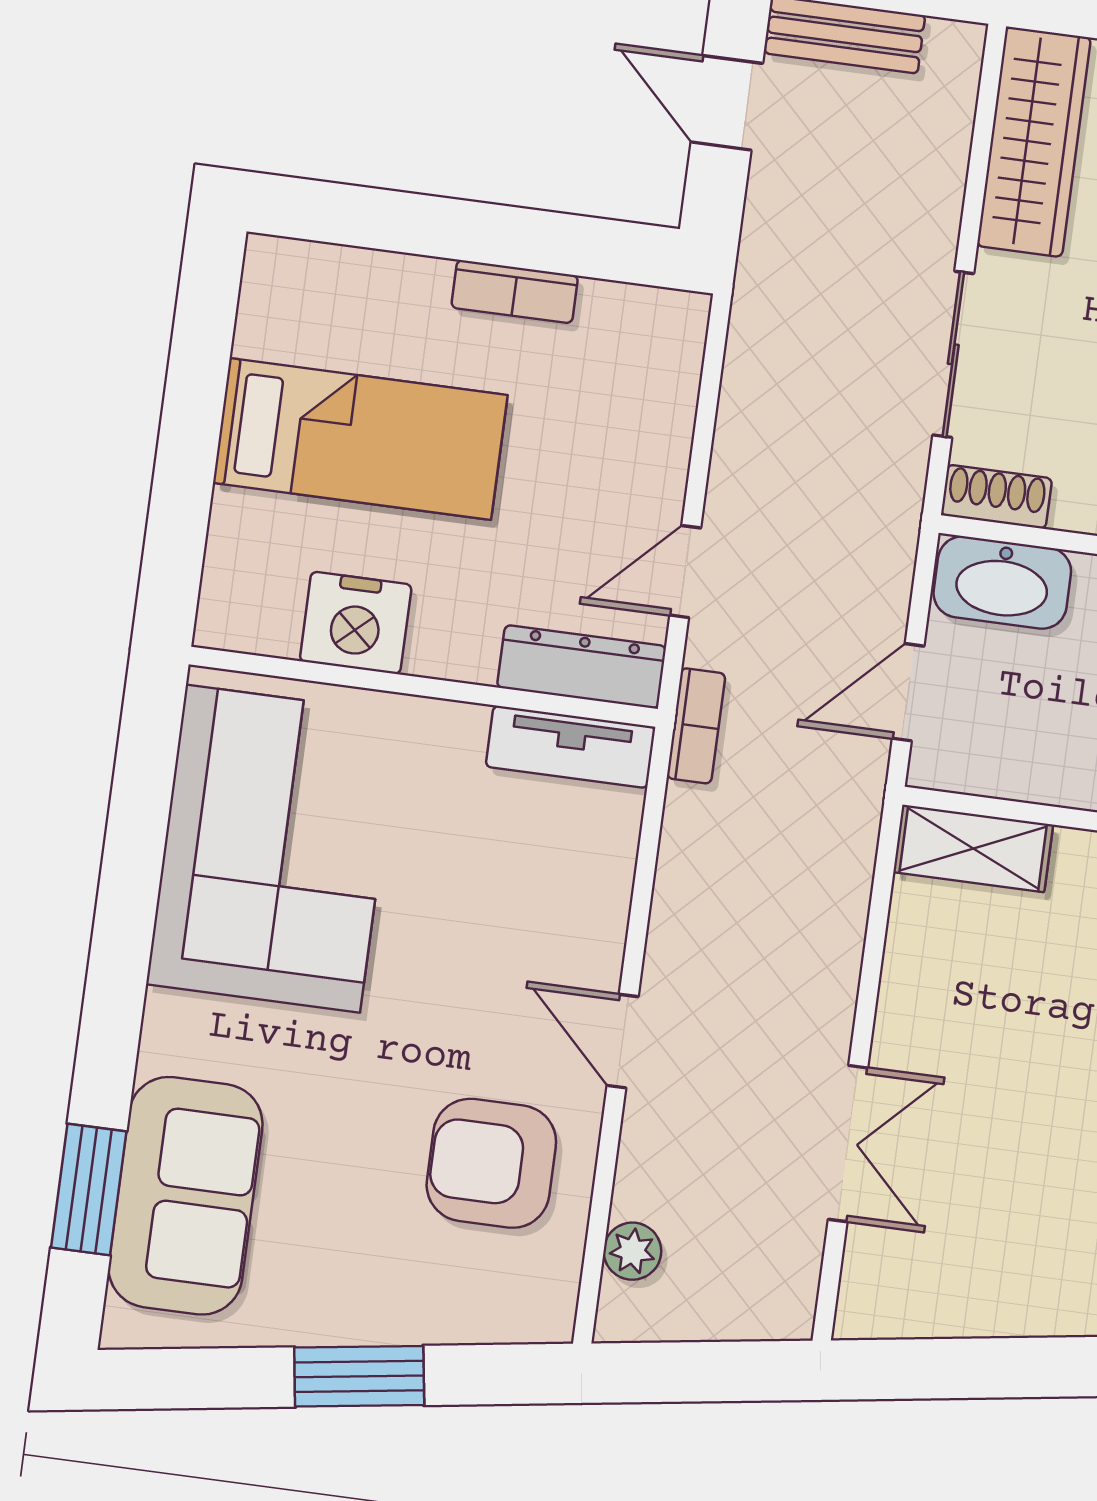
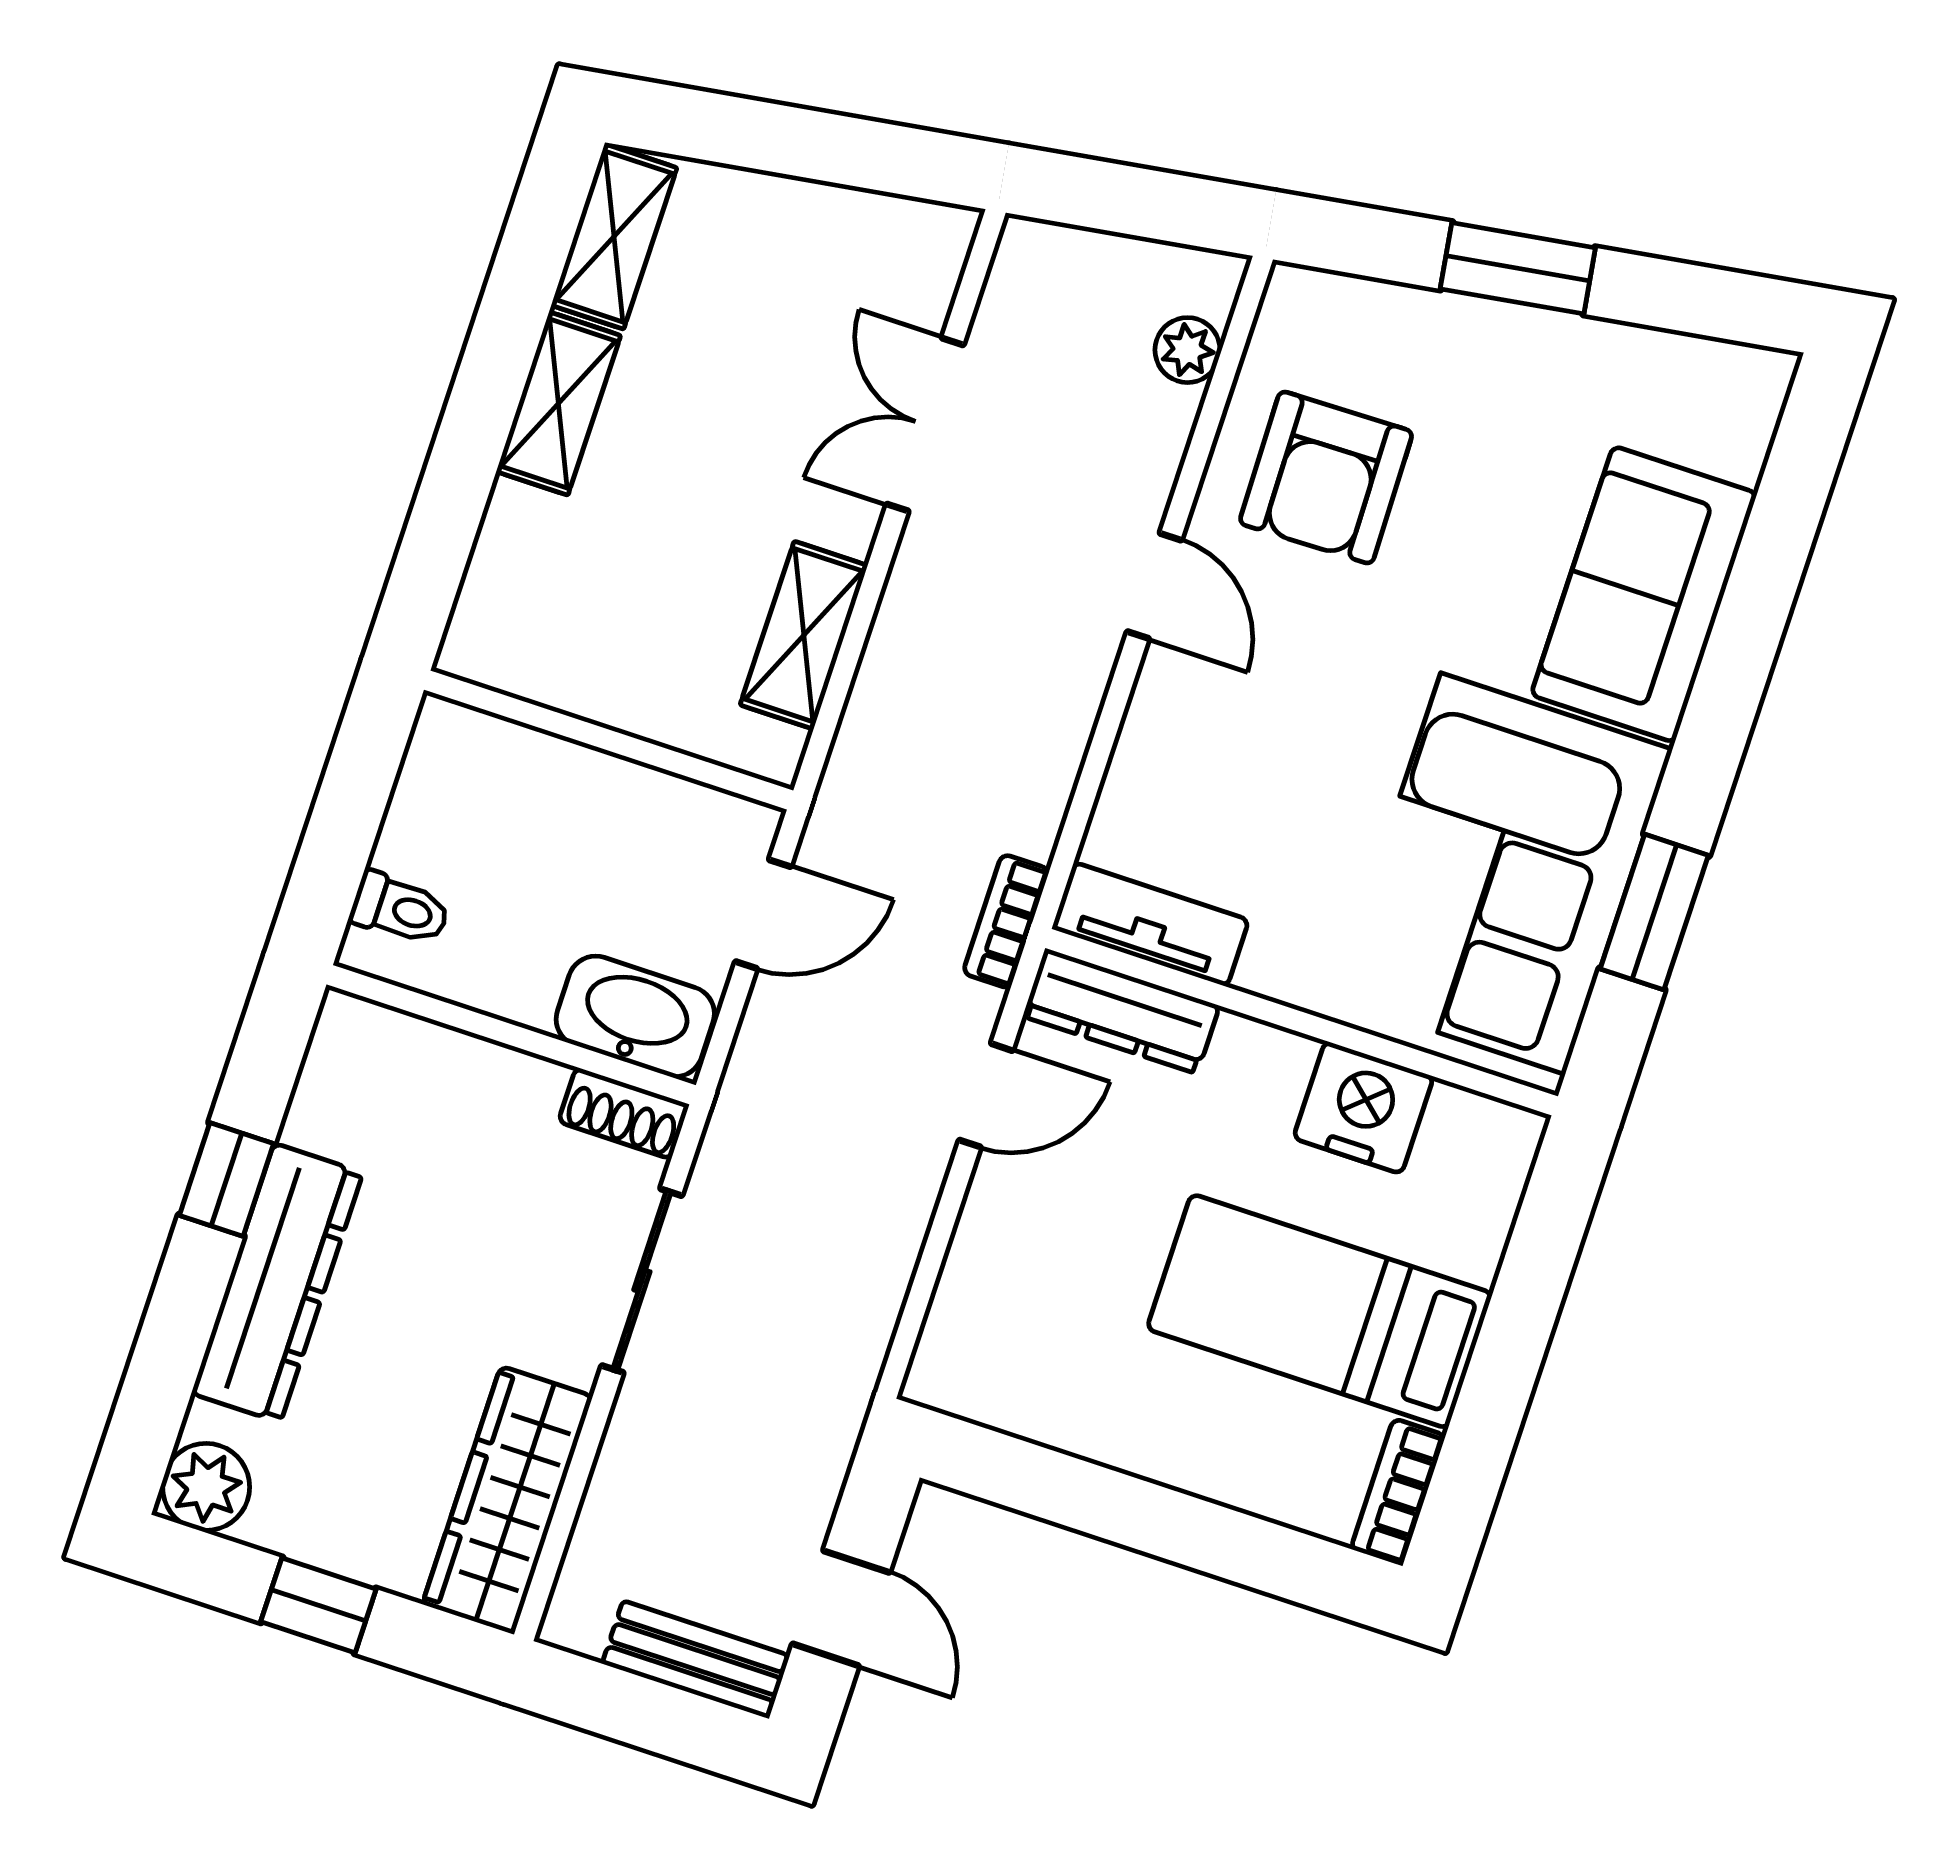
bookcase: (515, 292) -> (1398, 1492), moved, turned -90
shelving: (973, 848) -> (804, 635), moved, turned 90
armchair: (491, 1163) -> (1326, 478), turned 89
window: (89, 1190) -> (1654, 912), moved
sofa: (185, 1196) -> (1644, 594), moved

